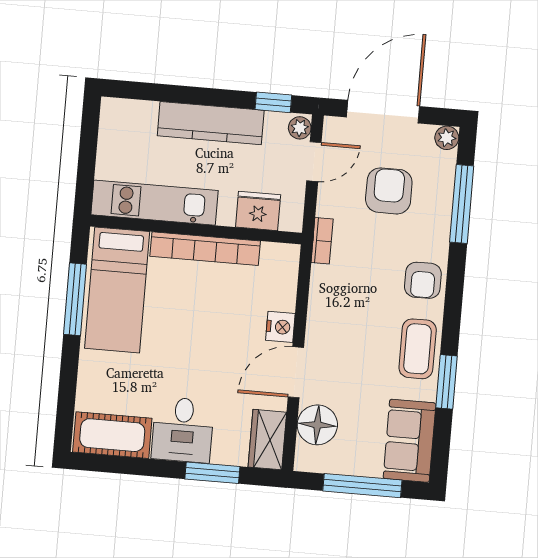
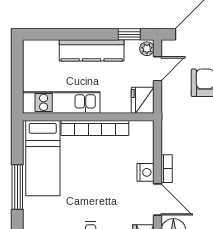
fridge: (258, 211) -> (143, 100), moved, turned -90
bookcase: (322, 241) -> (167, 169), moved
window: (75, 299) -> (17, 187), moved
door: (296, 372) -> (157, 200), swing flipped

